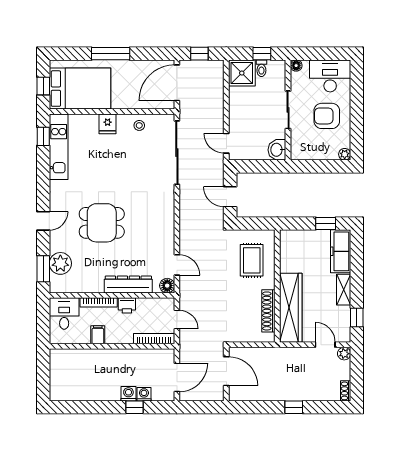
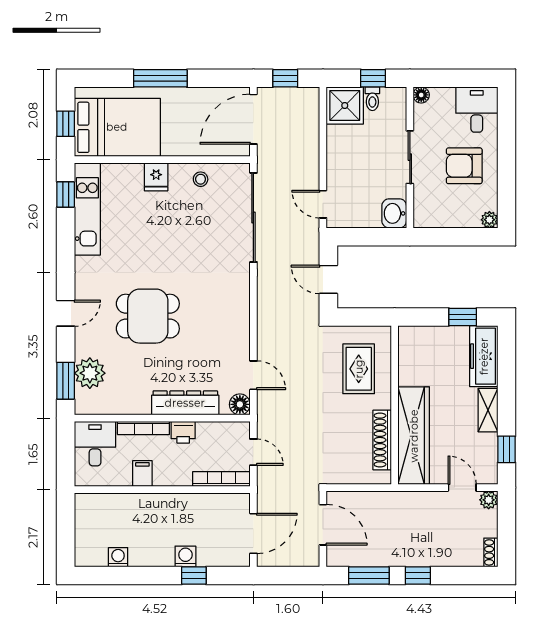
desk: (330, 76) -> (477, 110), width x0.73
washing machine: (144, 394) -> (118, 557), moved
window: (259, 407) -> (369, 575), added

